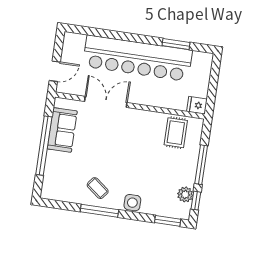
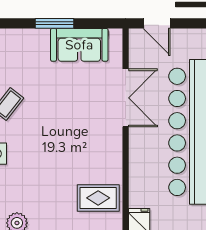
window: (44, 146) -> (54, 23), width x0.47

